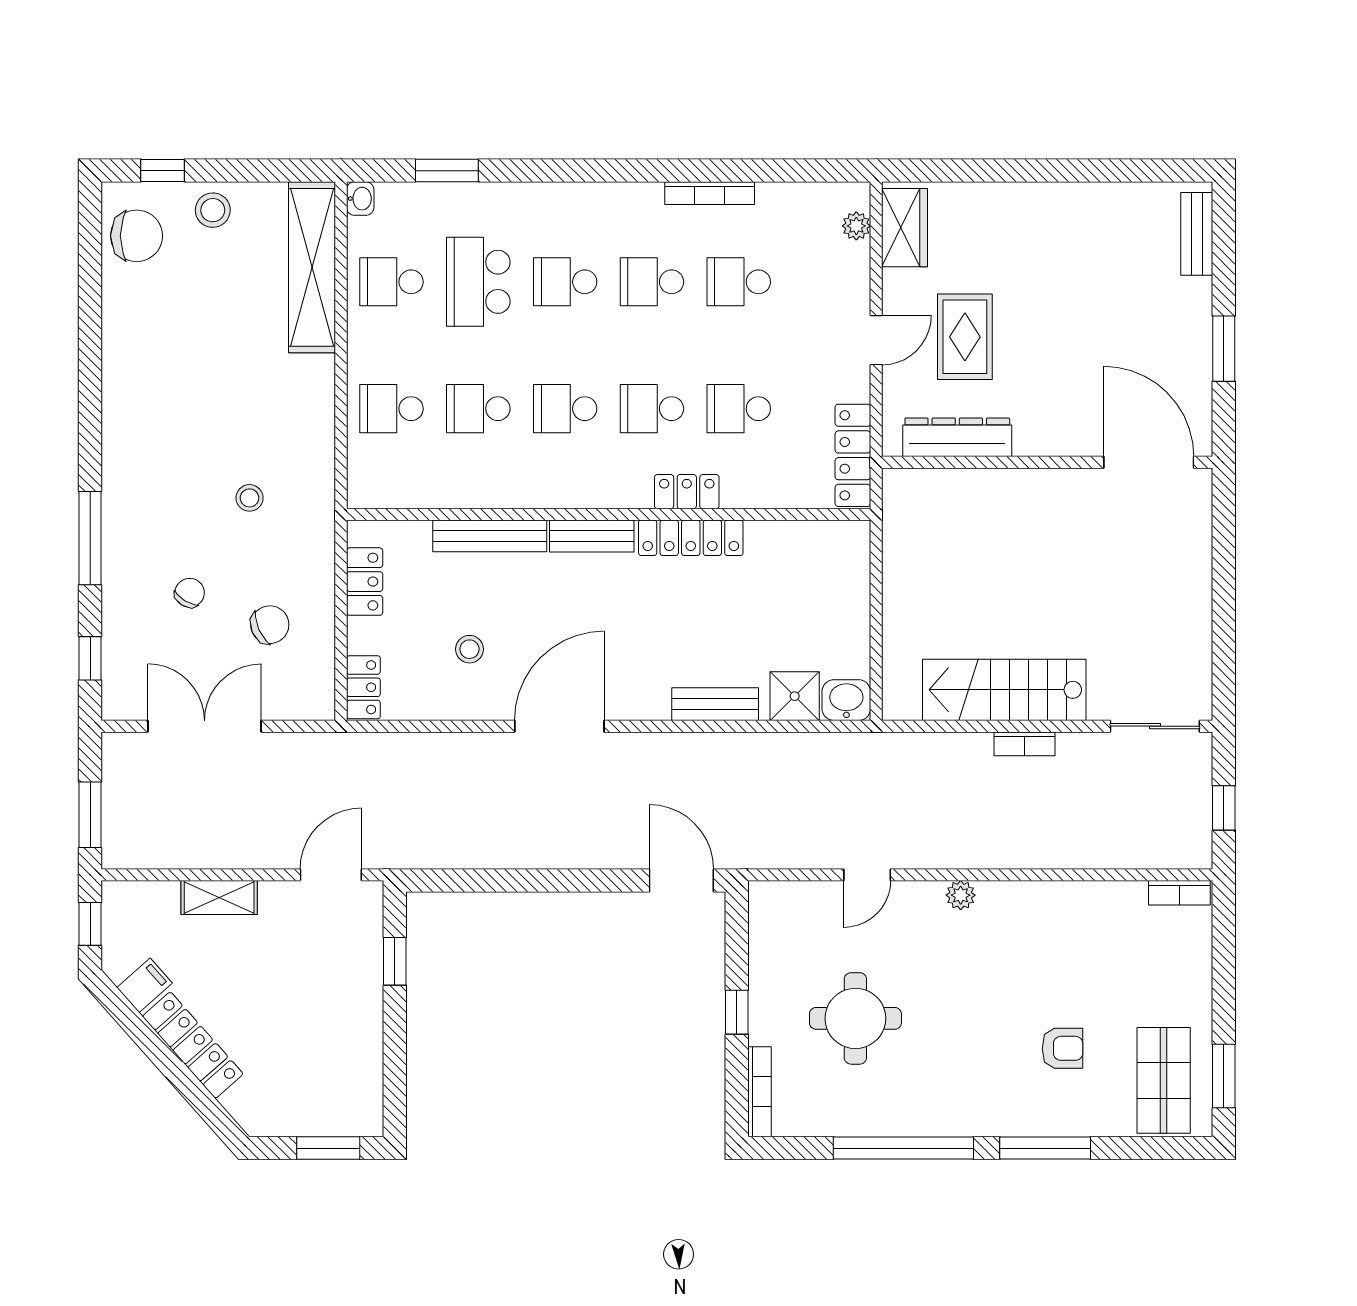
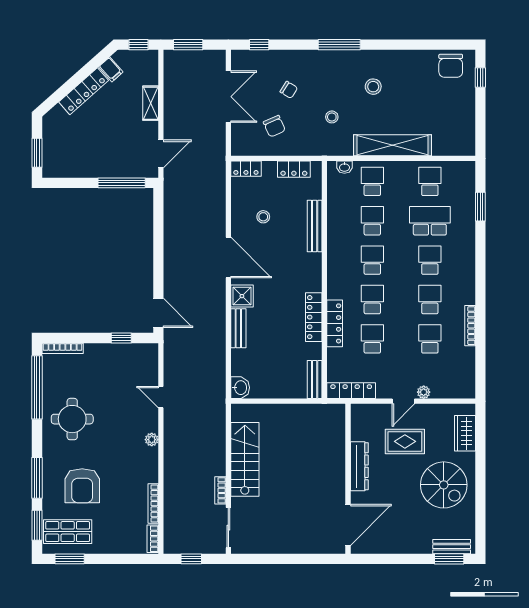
washbasin: (360, 199) -> (344, 167), moved
stool: (213, 210) -> (373, 87), moved
plant: (856, 226) -> (424, 392), moved
wardrobe: (904, 228) -> (465, 433), moved, turned 90
spiral stairs: (1061, 251) -> (444, 485), added
shelving: (312, 267) -> (392, 145), moved
door: (876, 340) -> (403, 401), hinge flipped
window: (1224, 349) -> (449, 559), moved
dresser: (957, 437) -> (359, 466), moved
locker: (687, 492) -> (335, 323), width x1.53
bench: (592, 536) -> (315, 380), moved
window: (90, 538) -> (339, 45), moved
shower: (795, 696) -> (242, 296), moved
bookcase: (1025, 744) -> (220, 490), moved
door: (331, 875) -> (161, 154), hinge flipped
door: (681, 880) -> (158, 313), hinge flipped
bookcase: (1102, 892) -> (153, 504), added
window: (395, 961) -> (122, 183), width x2.17
window: (737, 1012) -> (121, 338), moved
round table: (855, 1018) -> (72, 419), moved
armchair: (1062, 1048) -> (82, 486), width x1.88, depth x1.88
window: (903, 1148) -> (37, 387), moved
window: (1150, 1148) -> (37, 525), added

